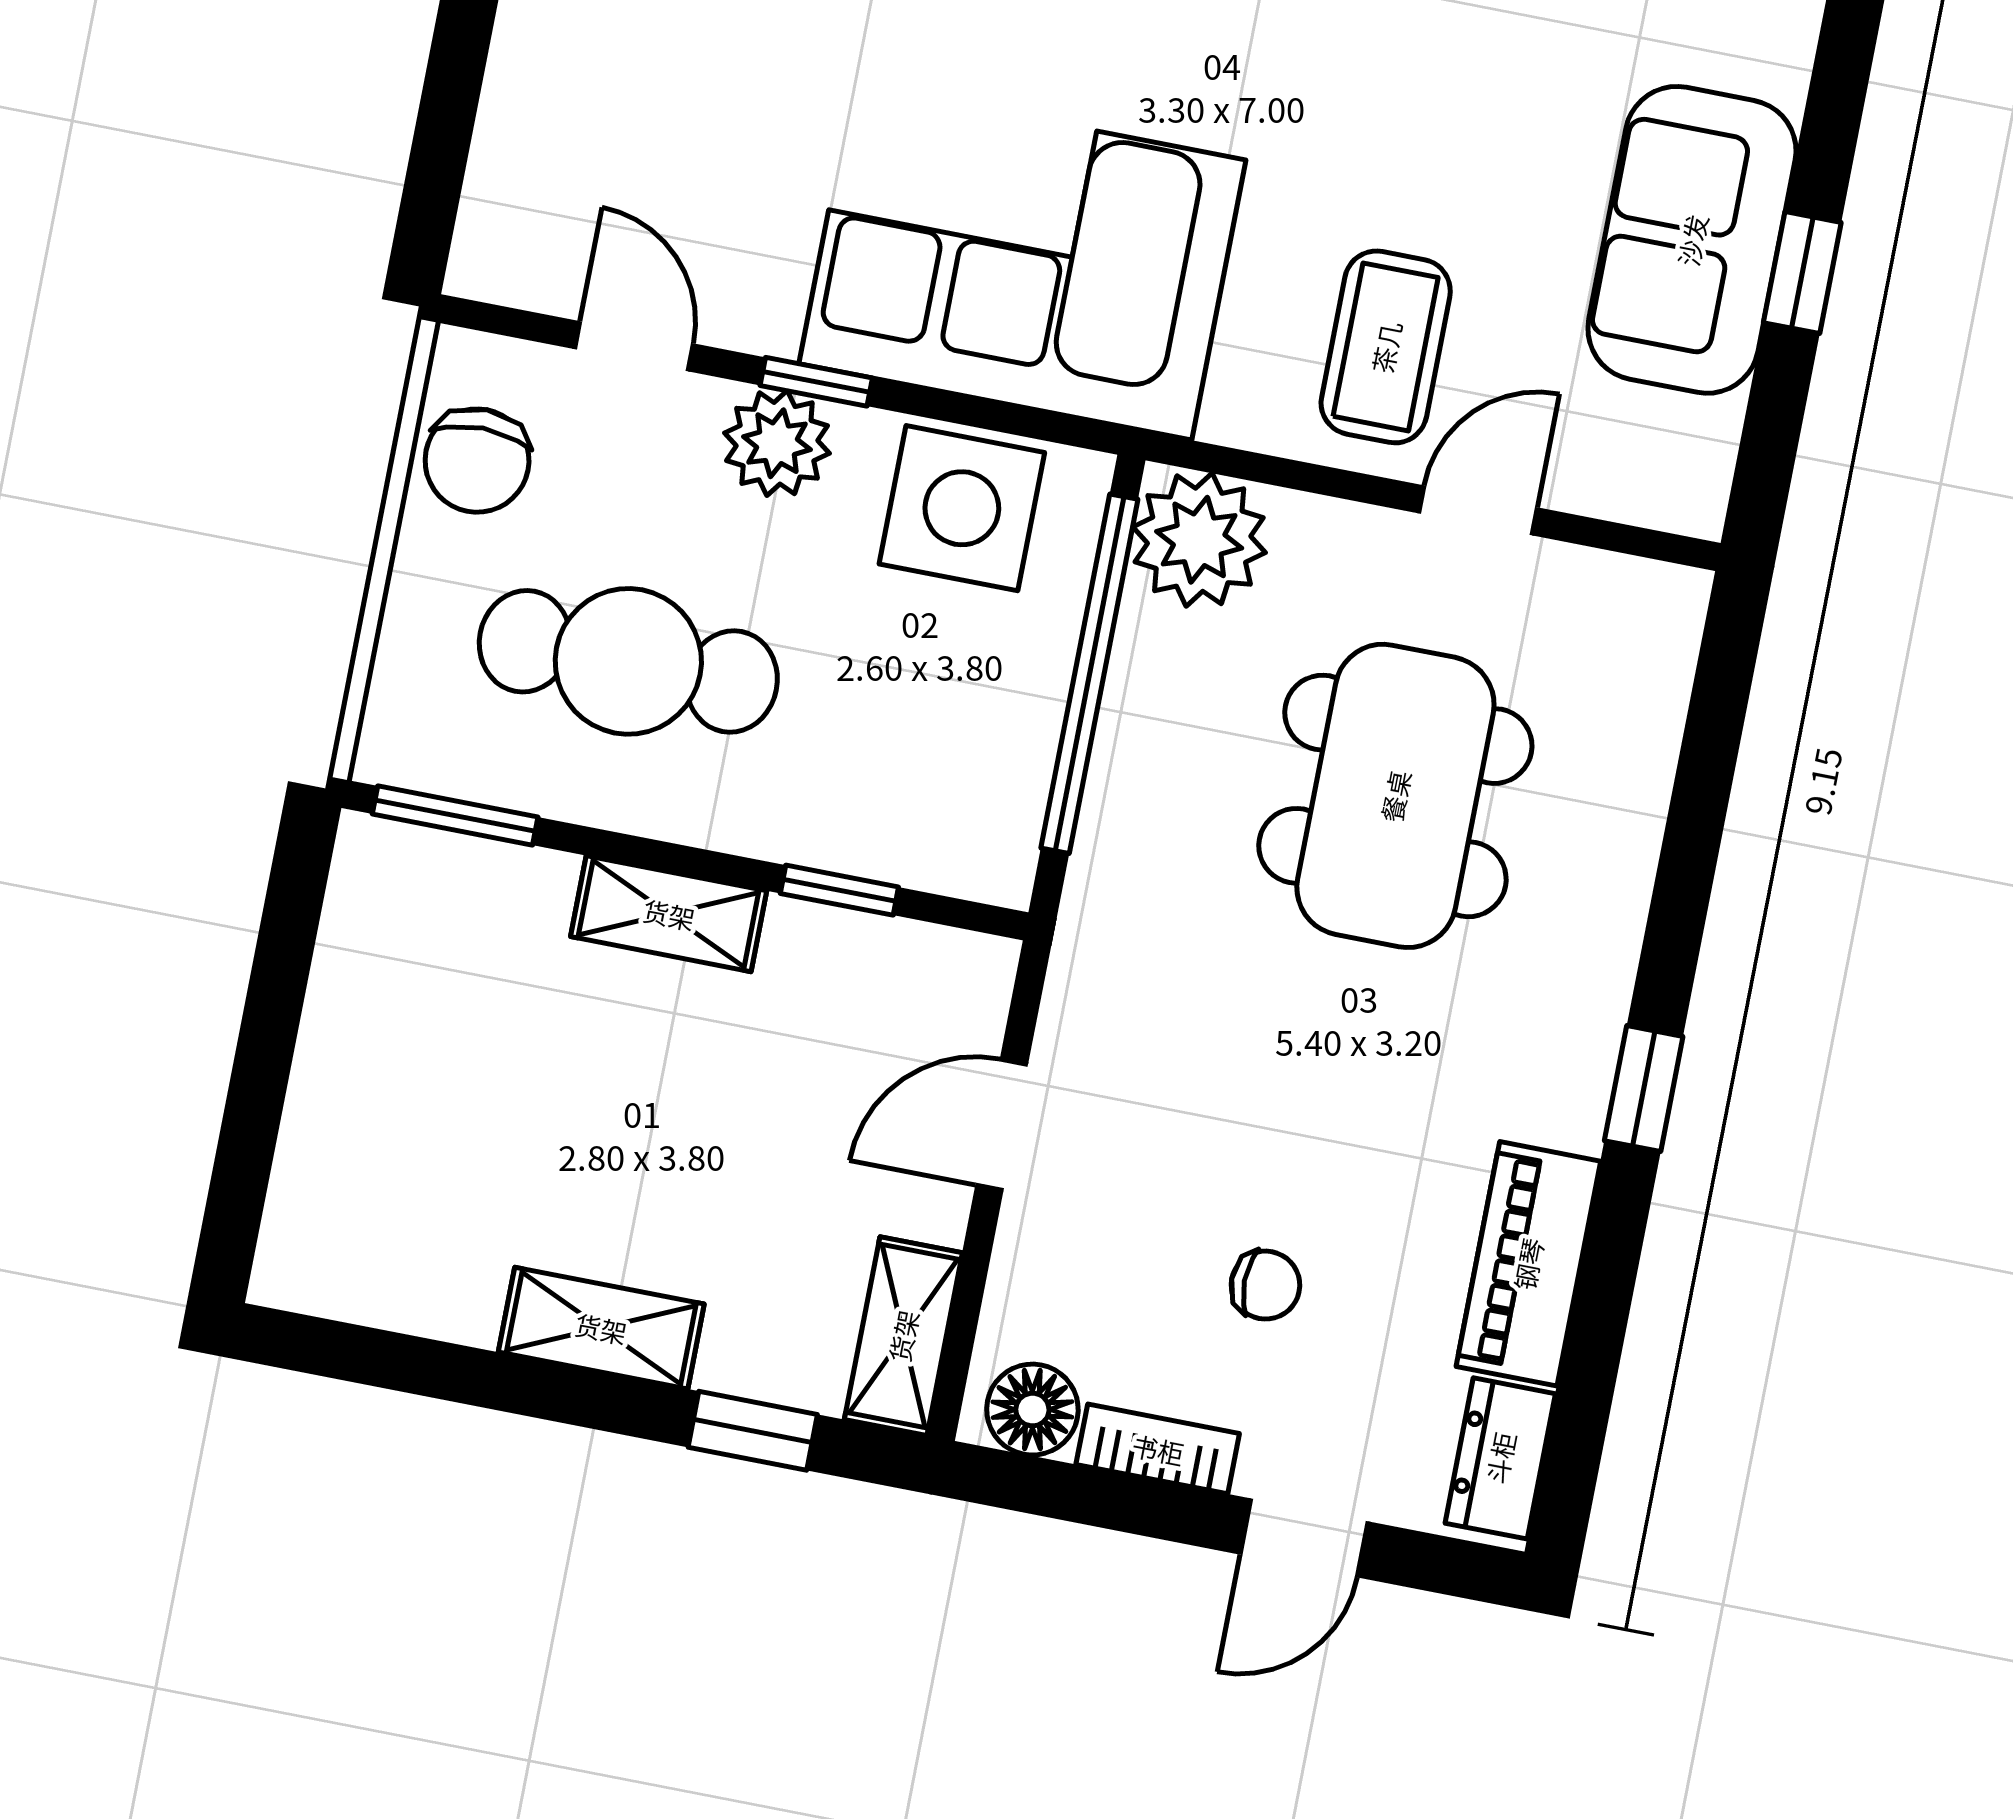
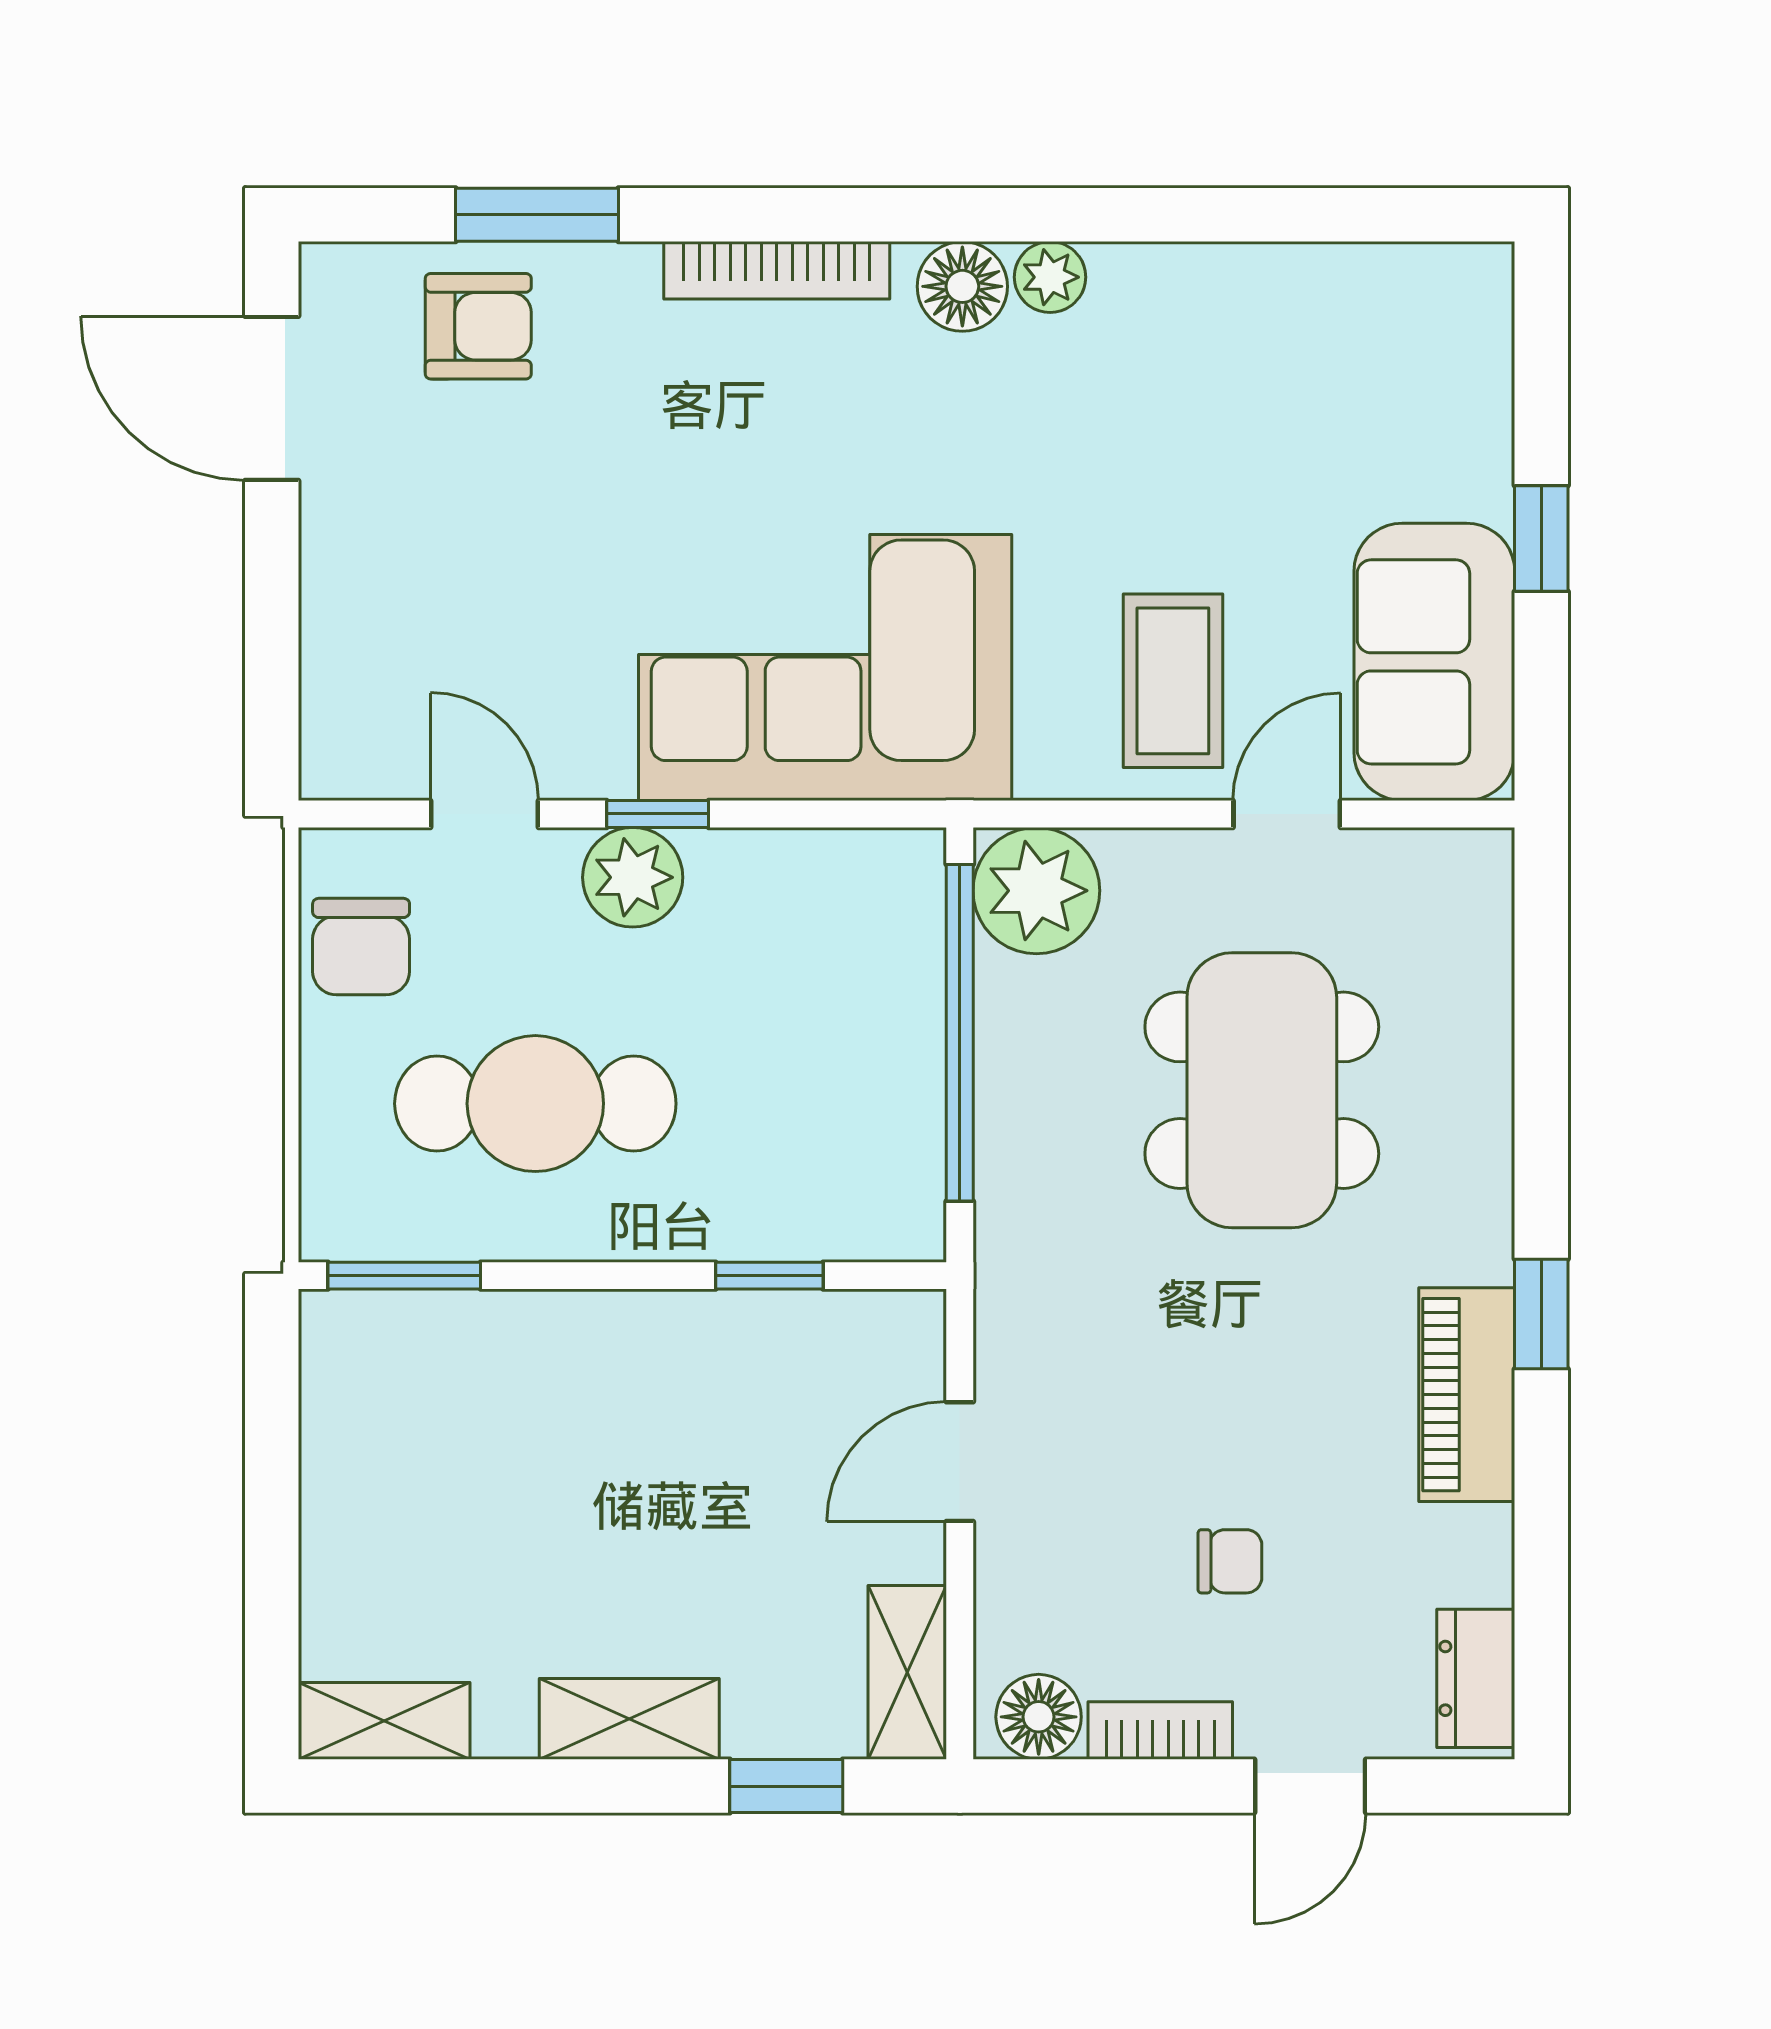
sofa: (1692, 240) -> (1434, 662), moved
side table: (962, 508) -> (813, 904), removed
shelving: (669, 914) -> (384, 1721), moved
piano: (1528, 1264) -> (1467, 1395), moved

